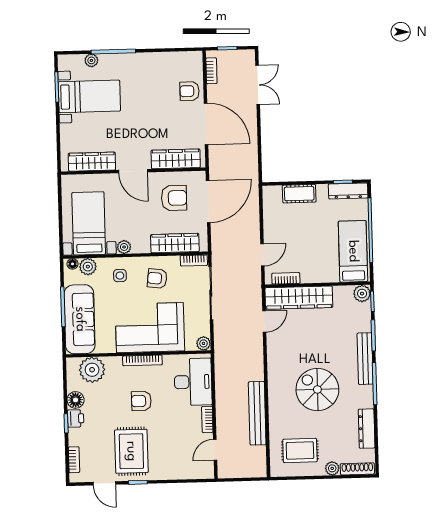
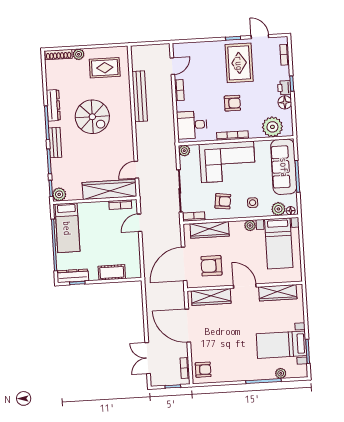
armchair: (190, 91) -> (203, 370), moved
bench: (365, 359) -> (55, 143), width x0.73
desk: (193, 382) -> (192, 125), width x0.73
dresser: (367, 429) -> (53, 105), moved

